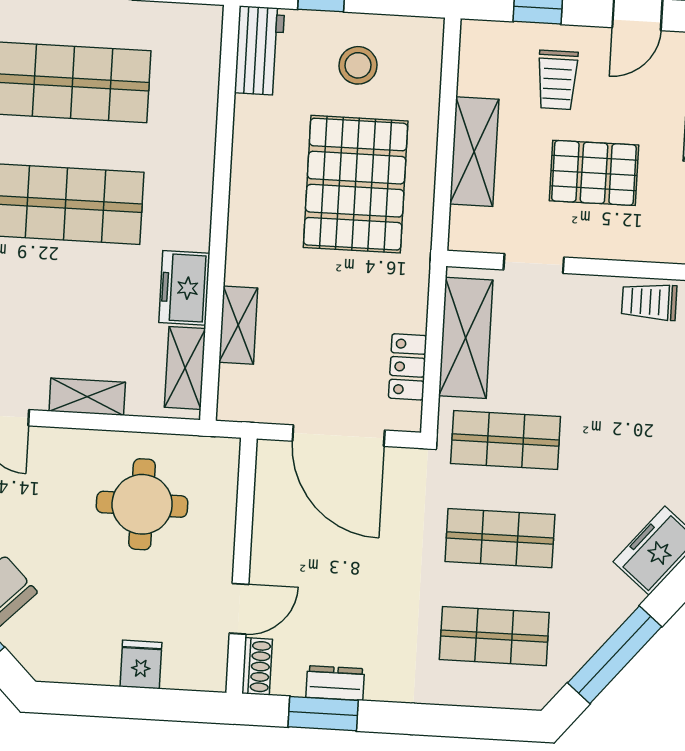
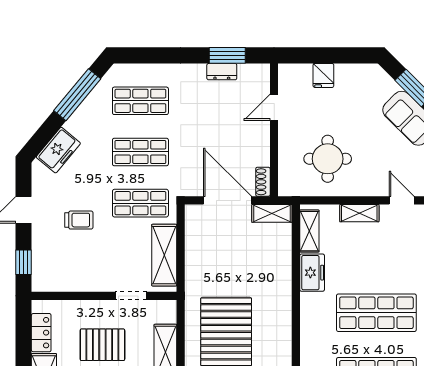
trolley: (649, 302) -> (79, 220), moved
shelving: (238, 325) -> (272, 213), moved, turned 90
locker: (408, 367) -> (194, 238), removed
shoe rack: (257, 666) -> (263, 182), moved

